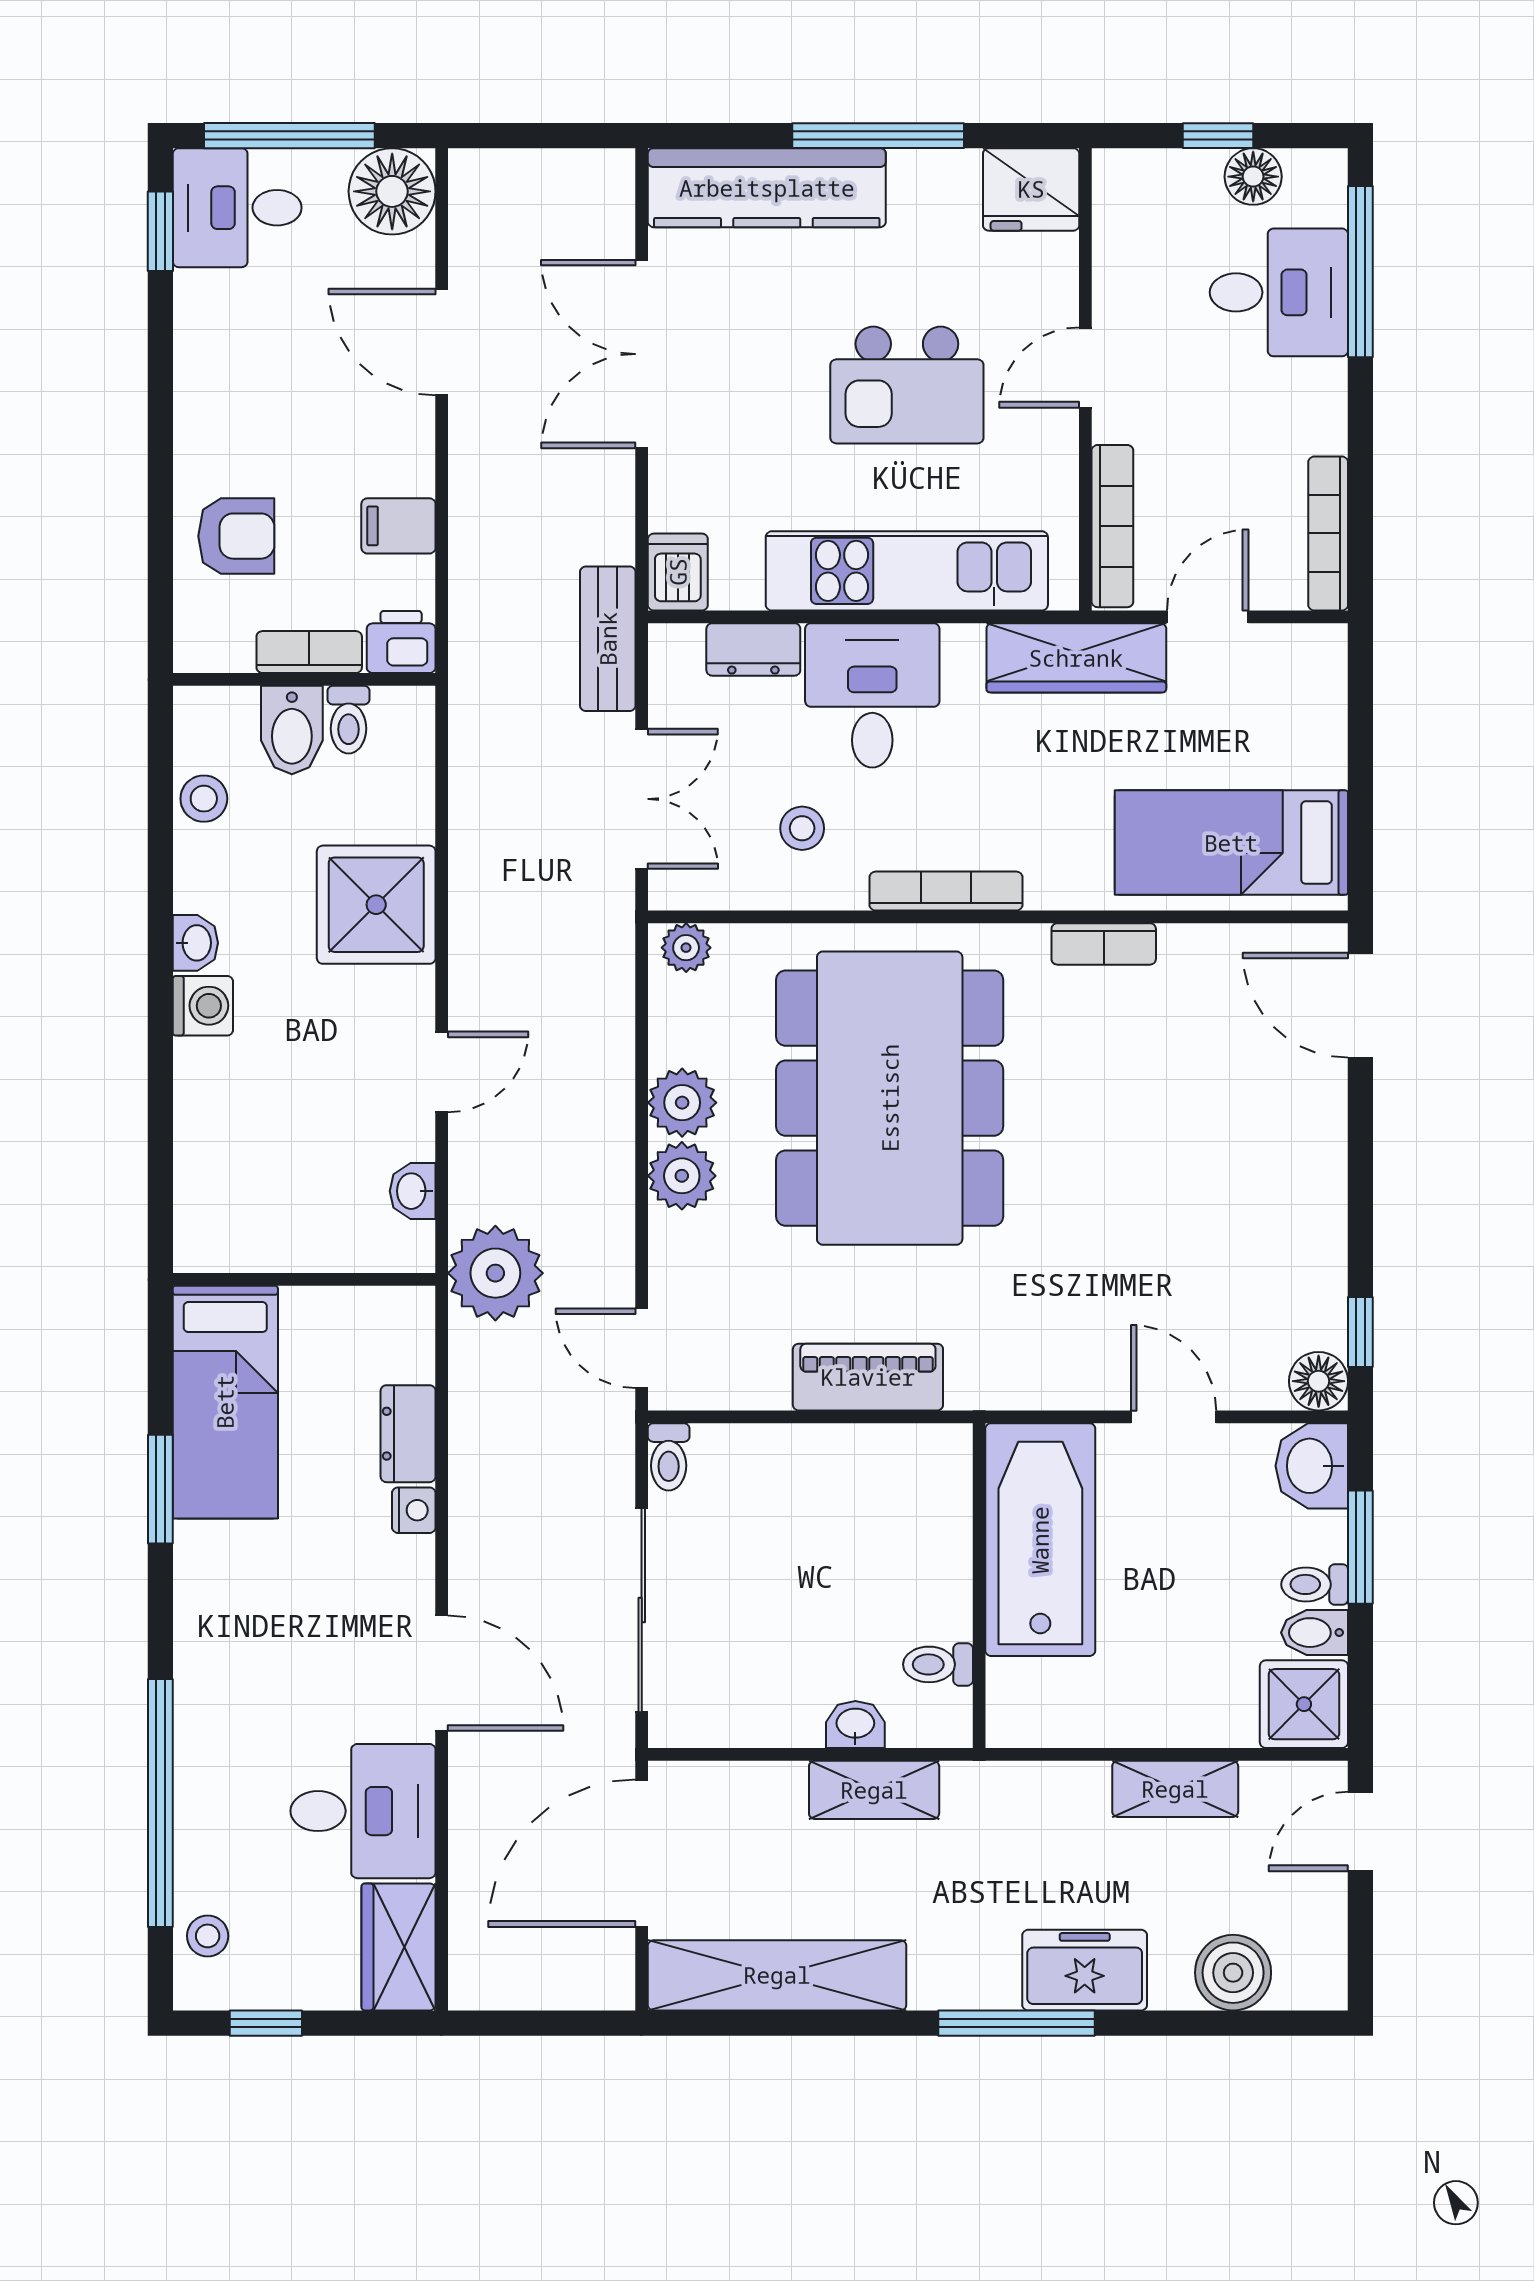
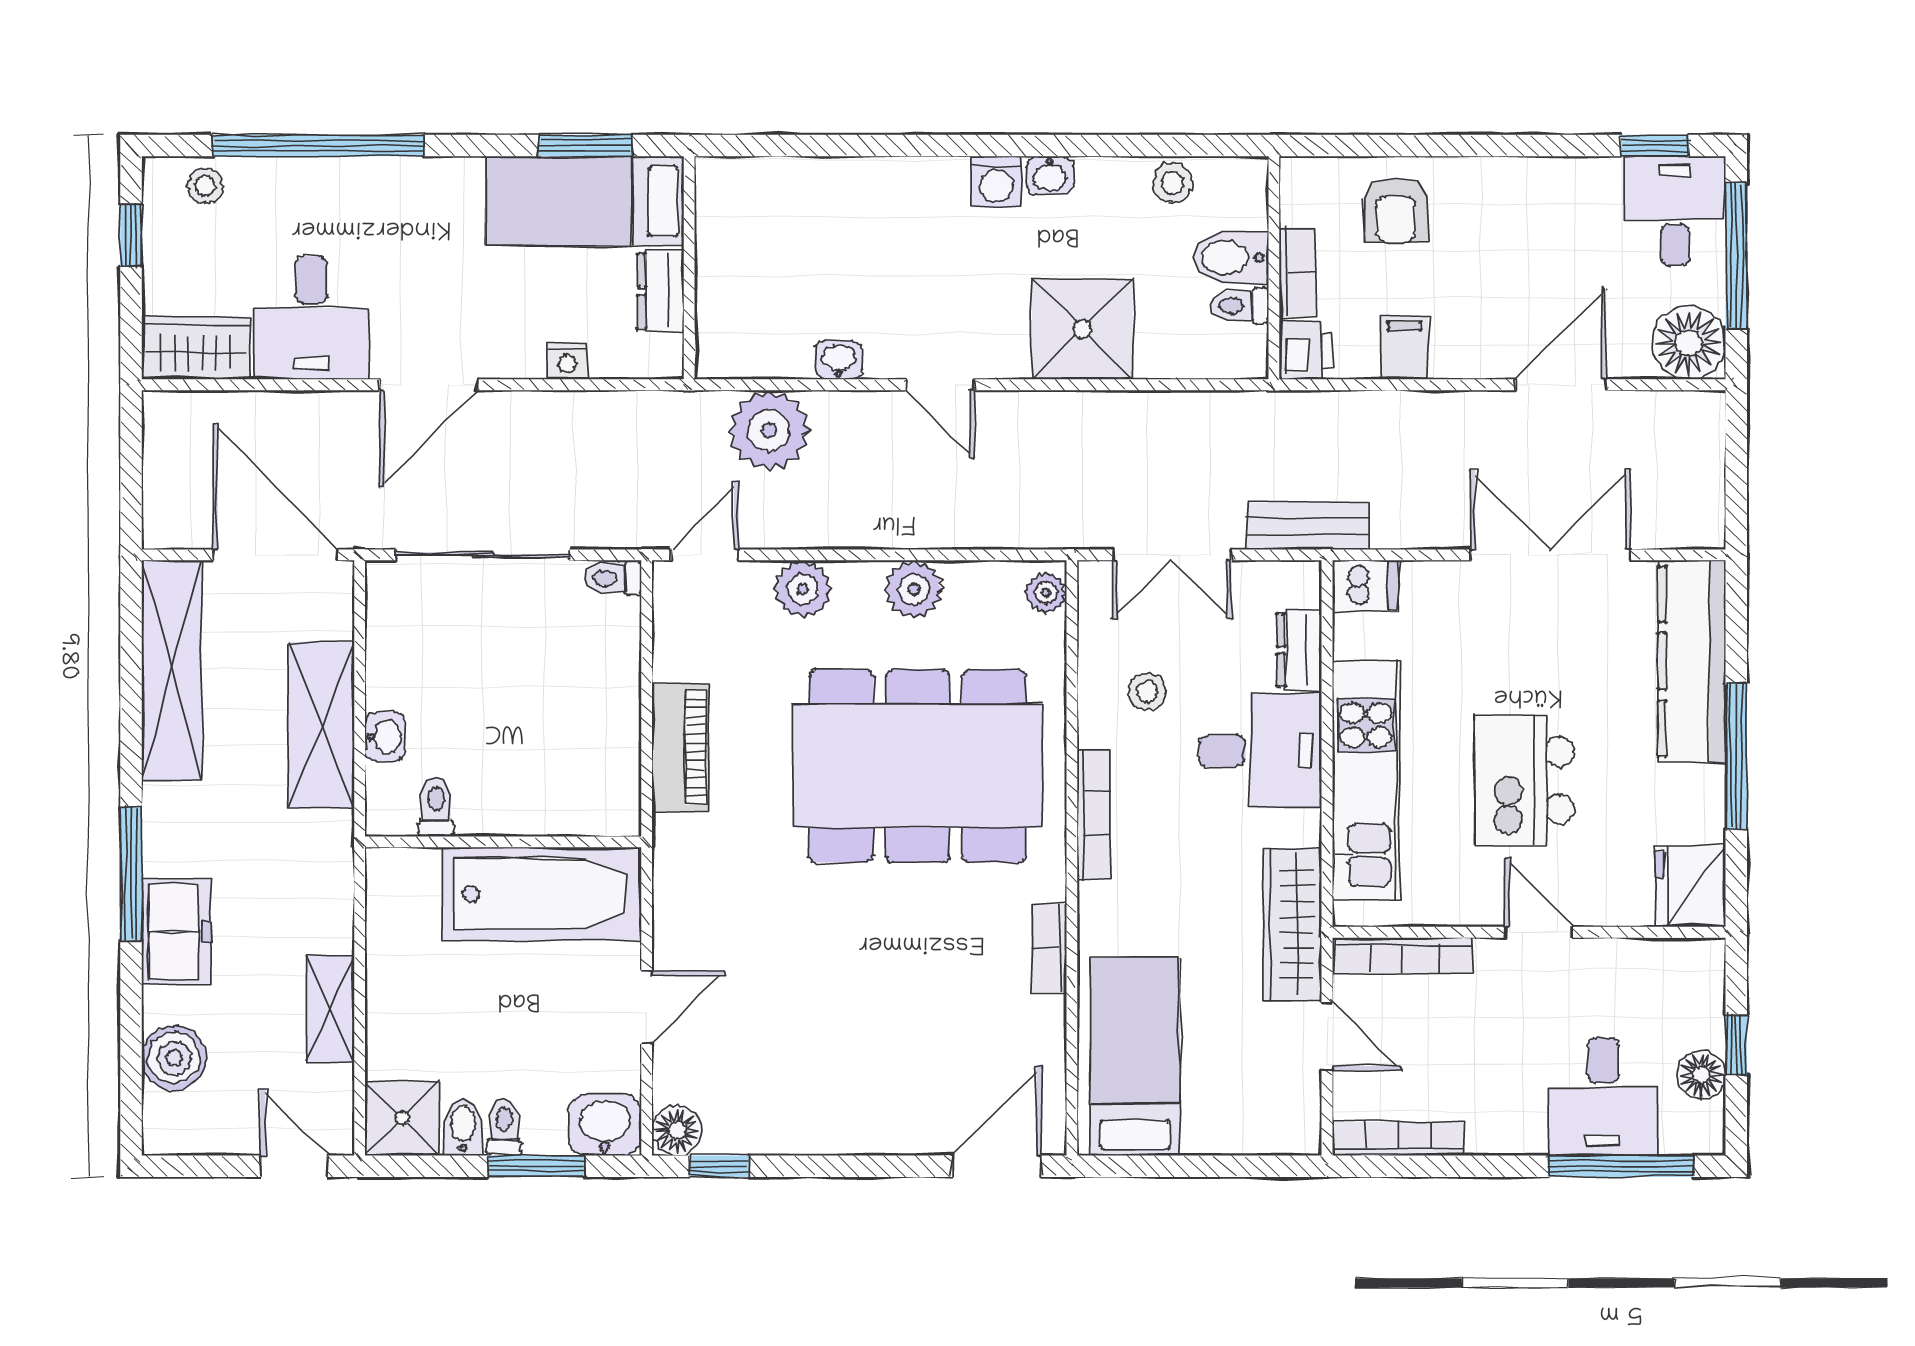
plant: (682, 1176) -> (803, 589), moved
wall: (304, 1279) -> (689, 268), moved
bed: (225, 1402) -> (585, 201), moved
dresser: (408, 1434) -> (661, 291), moved, turned -90
shelving: (874, 1790) -> (321, 725), width x1.50, depth x1.33

